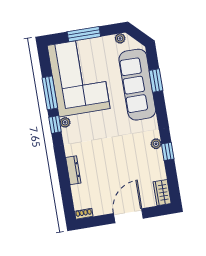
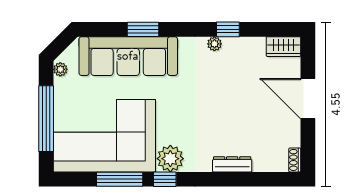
window: (84, 34) -> (46, 119), width x1.46
window: (156, 81) -> (143, 29), moved
plant: (65, 122) -> (170, 159), width x1.88, depth x1.88

